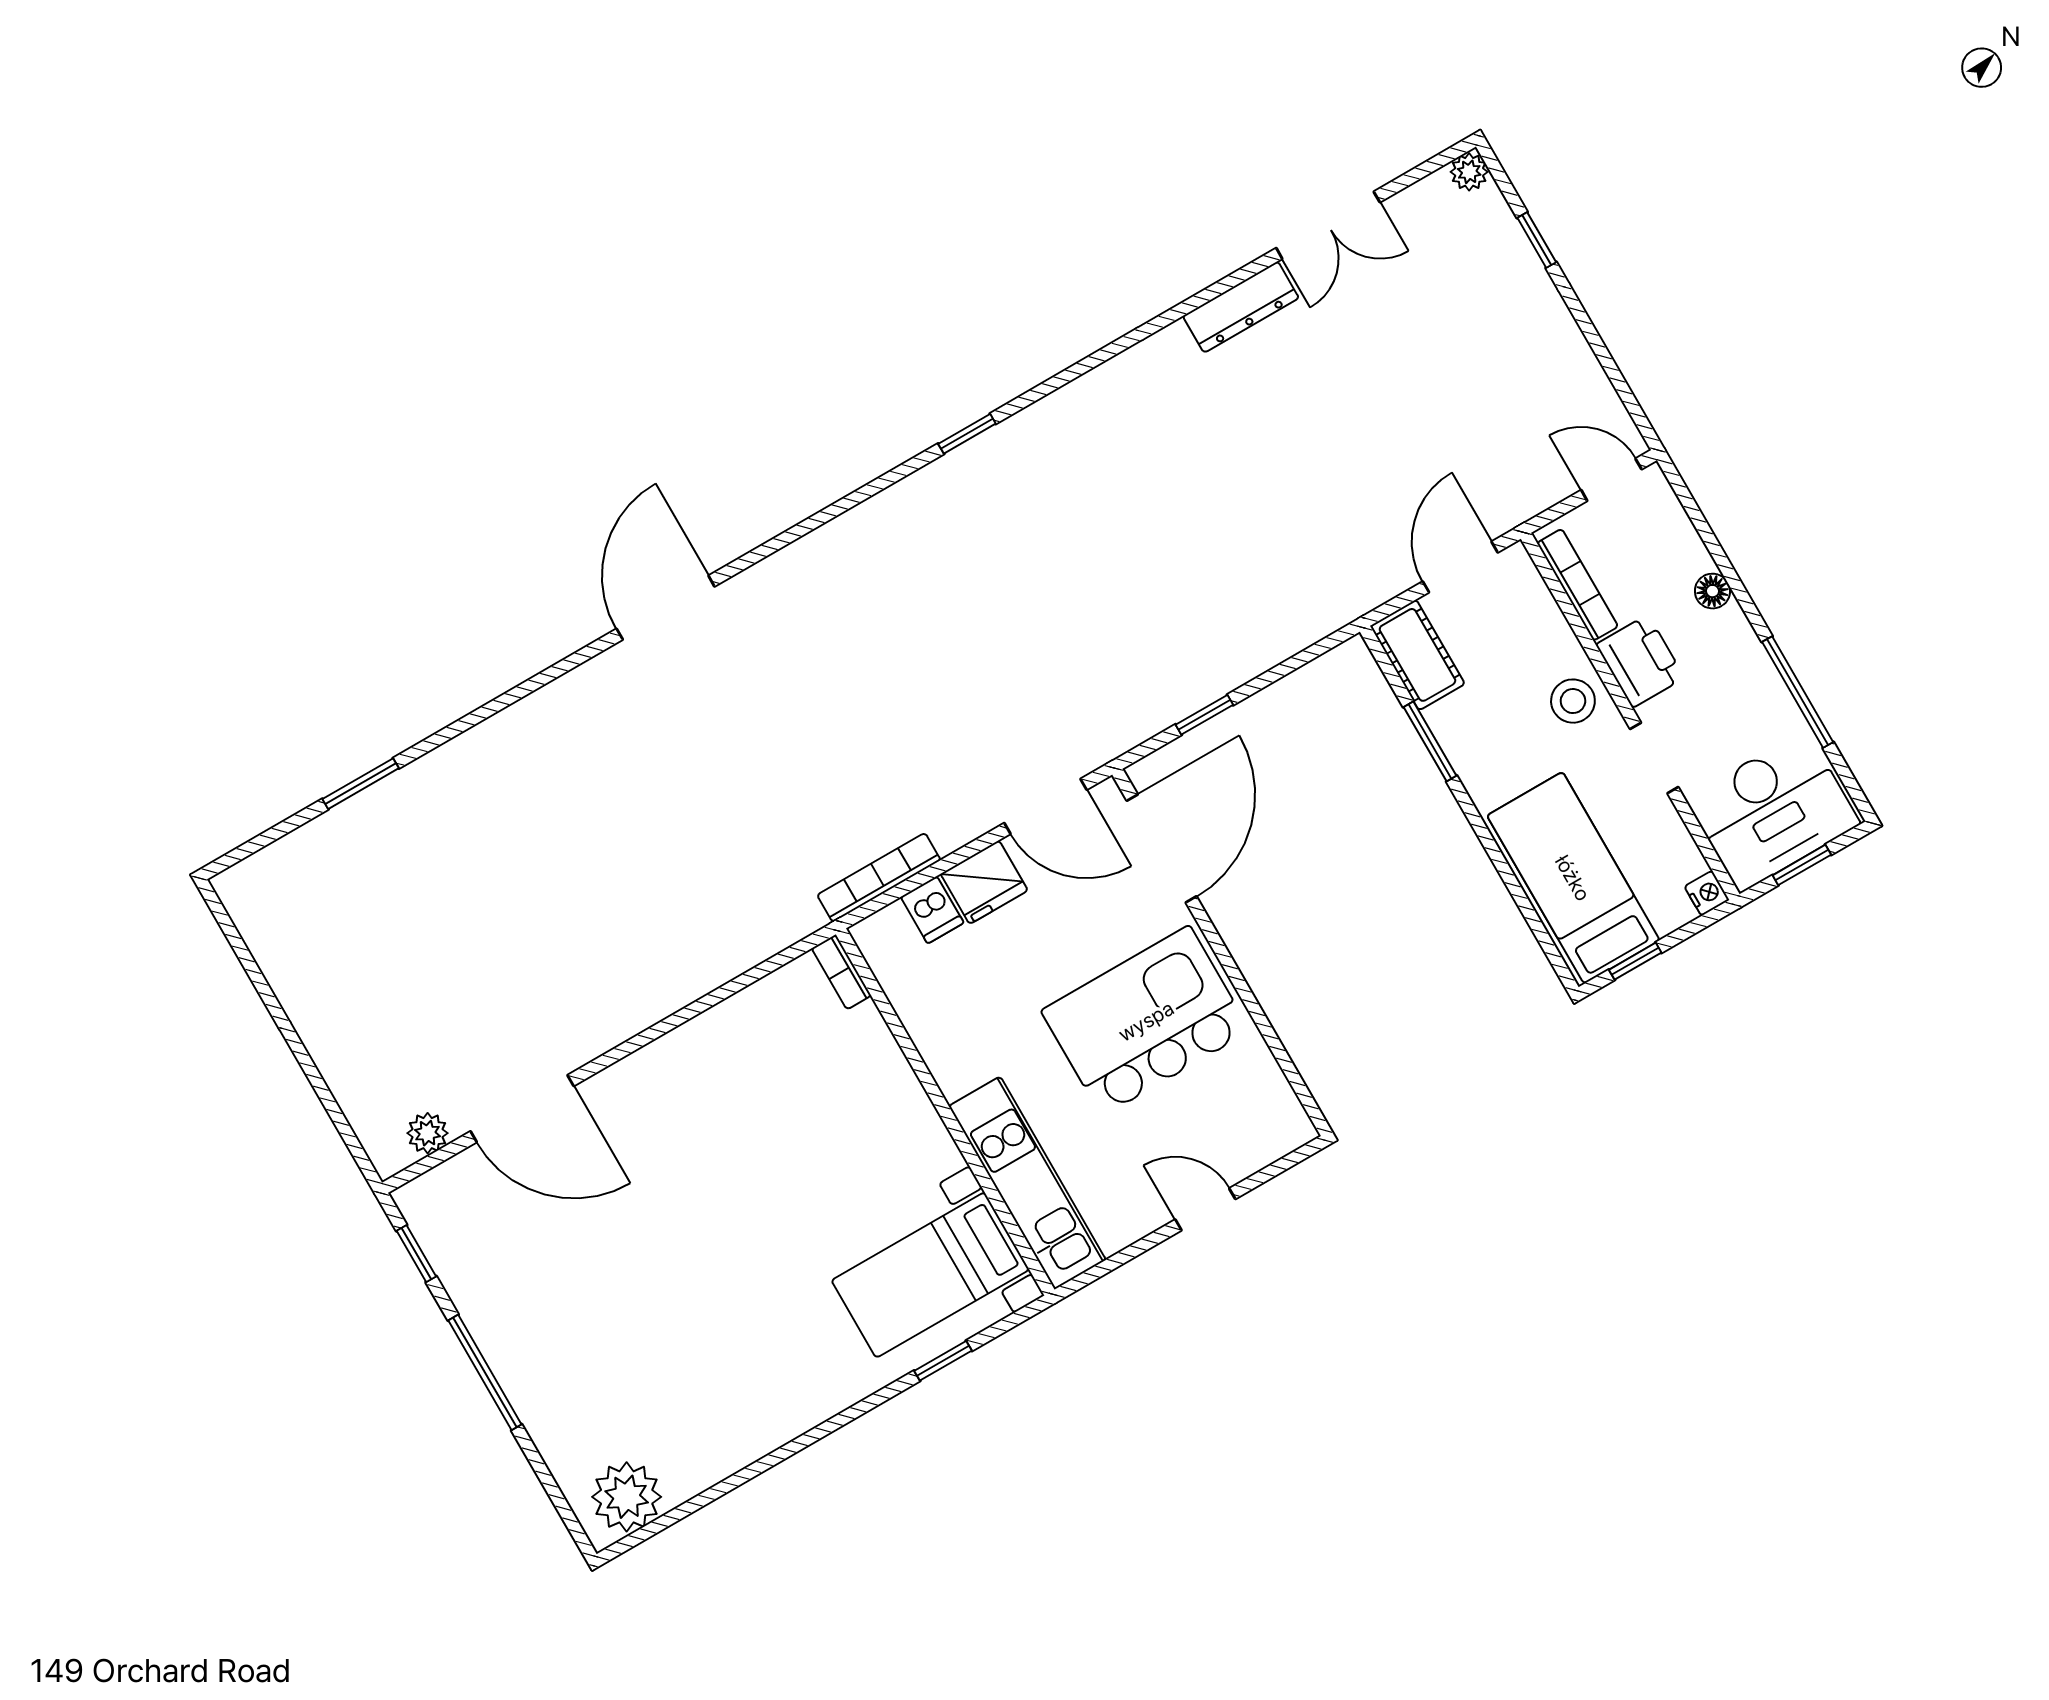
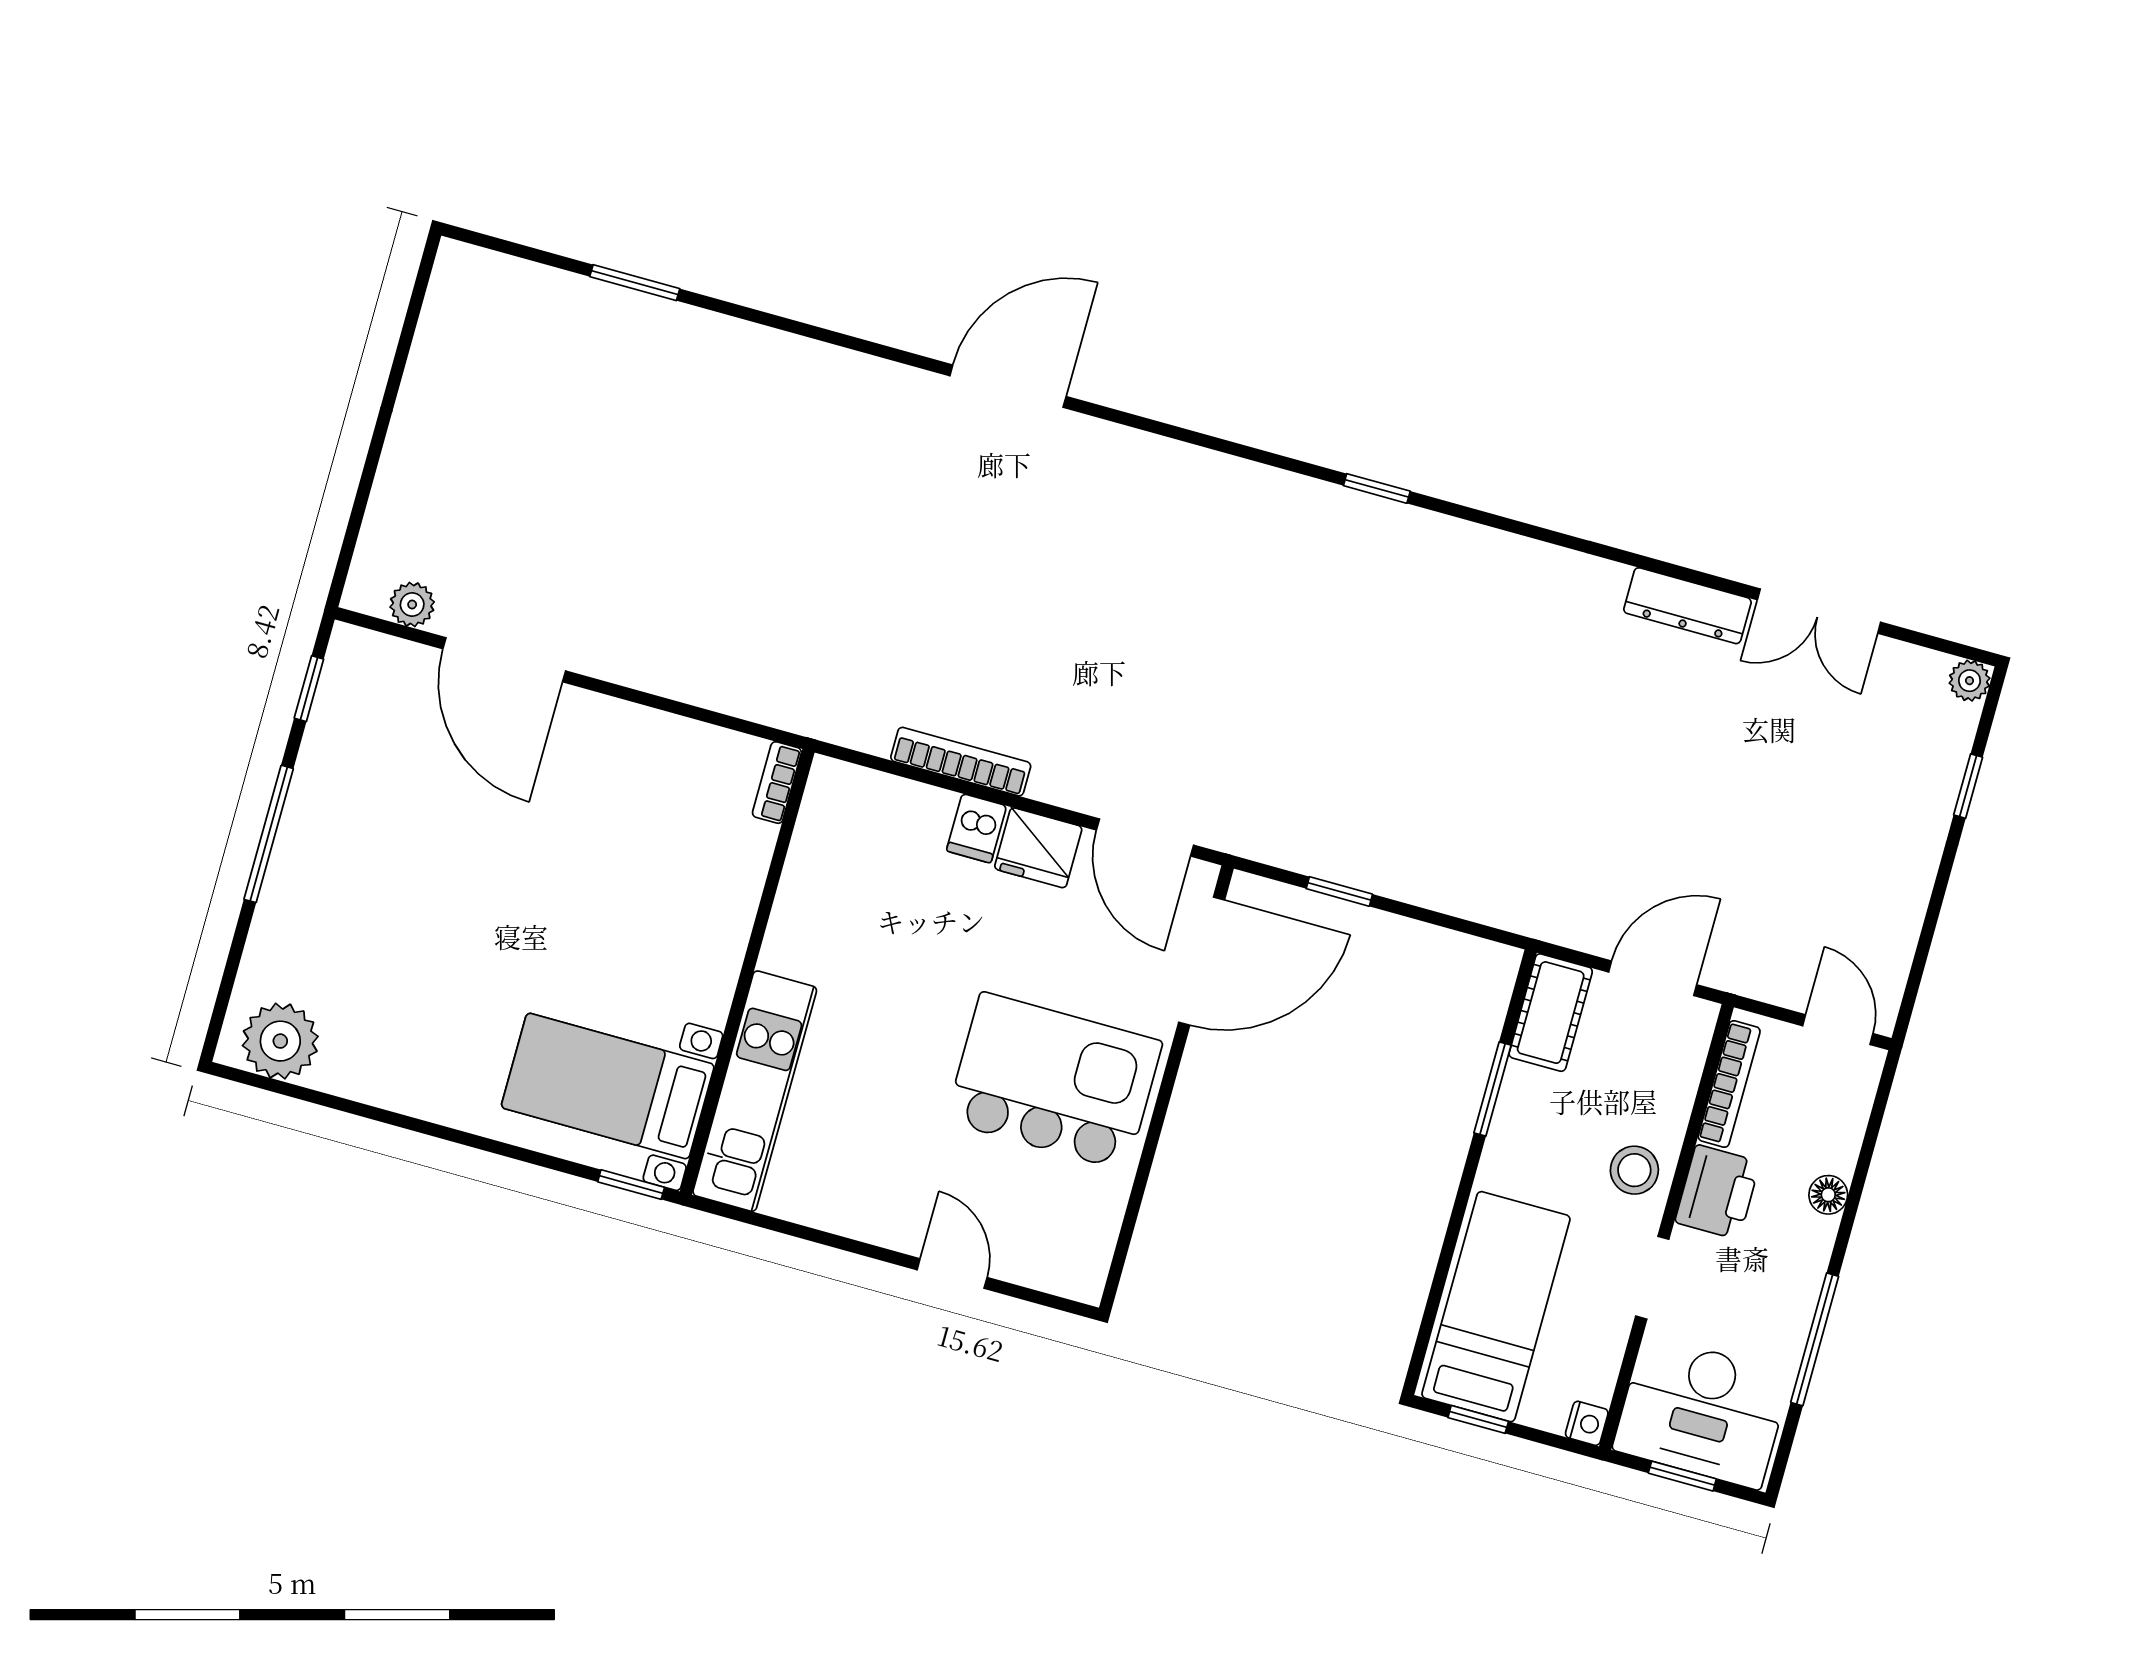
bookcase: (841, 972) -> (777, 783), moved
wall: (945, 1112) -> (747, 972), moved
kitchen unit: (1027, 1183) -> (755, 1091), moved
bed with nightstands: (930, 1275) -> (608, 1086), moved

